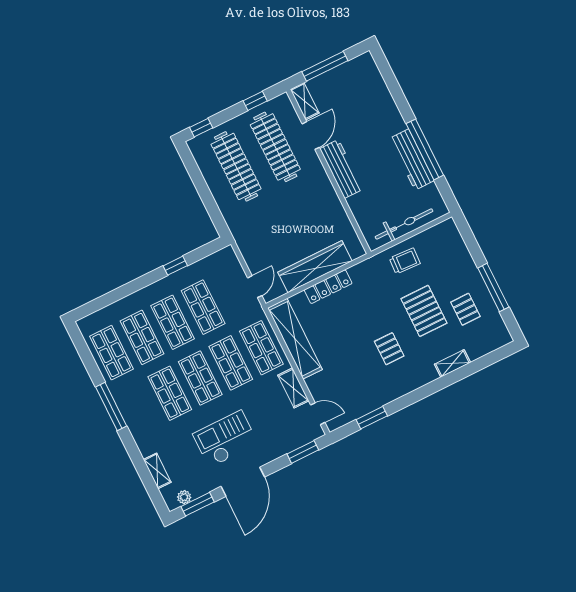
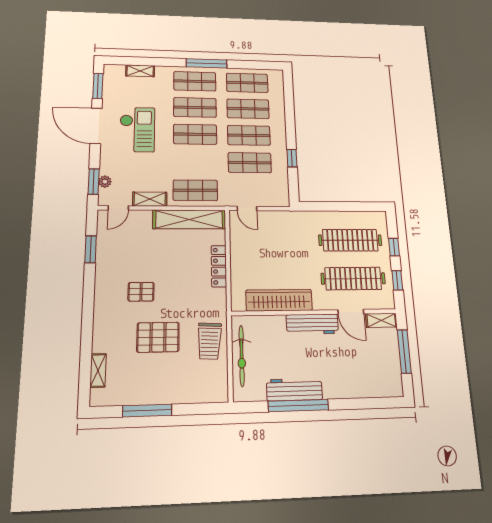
window: (201, 128) -> (394, 247), moved
trolley: (405, 261) -> (209, 341), width x1.36, depth x1.39
wardrobe: (315, 267) -> (279, 300), moved, turned -90
pallet: (465, 309) -> (141, 375), removed
shop shelf: (231, 363) -> (195, 81), moved
shelving: (453, 363) -> (98, 370), moved
plant: (184, 497) -> (105, 182), moved

